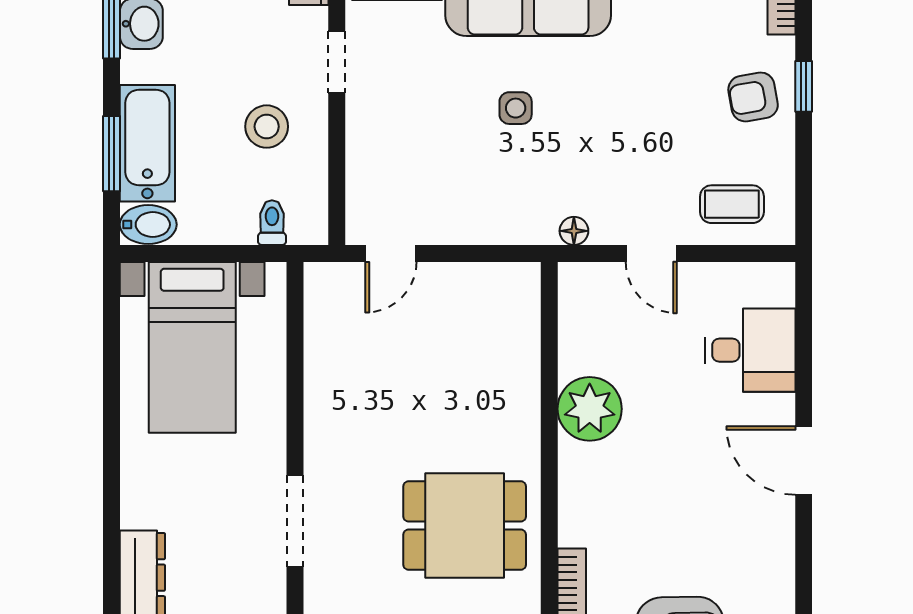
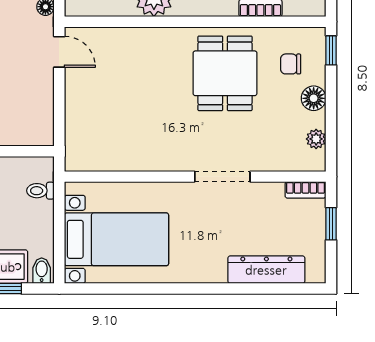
bidet: (148, 225) -> (42, 271), width x0.72, depth x0.74
door: (391, 253) -> (59, 52), moved

